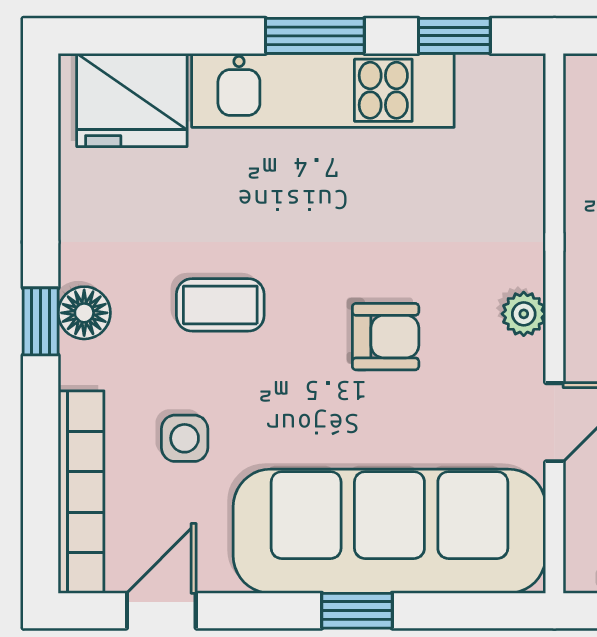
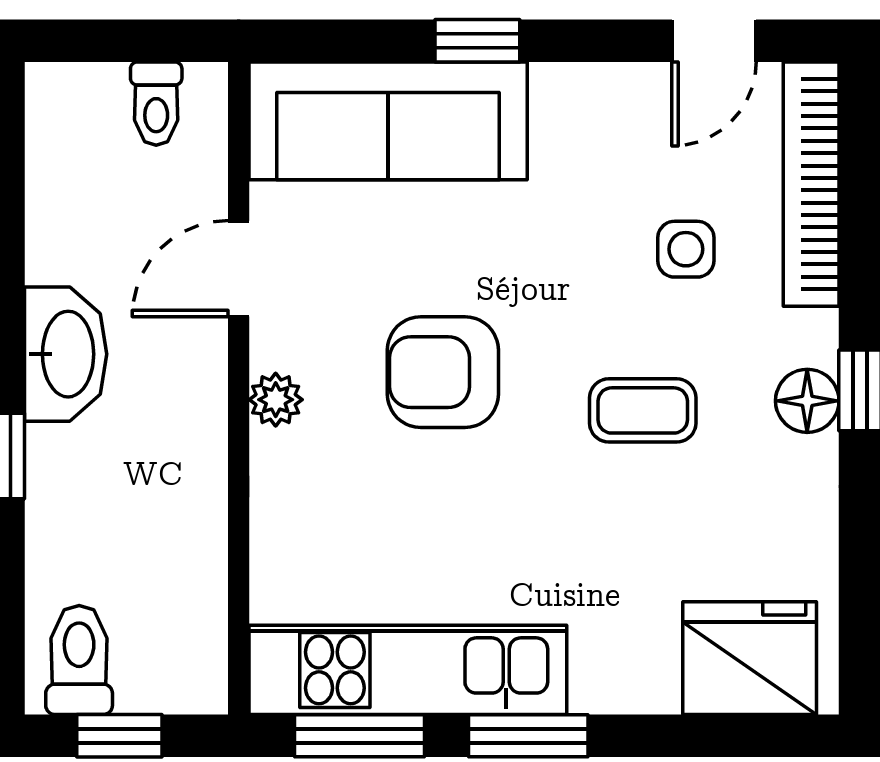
window: (454, 36) -> (360, 736), width x1.50
kitchen unit: (323, 90) -> (408, 670), moved
armchair: (386, 337) -> (443, 372), width x1.38, depth x1.38
sofa: (389, 531) -> (388, 121), width x0.74, depth x0.79

